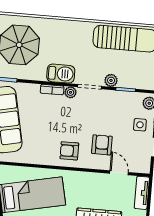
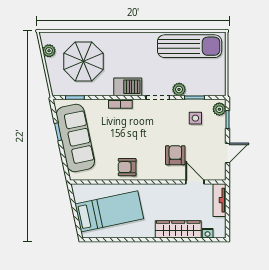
plant: (70, 92) -> (139, 105), removed
side table: (140, 125) -> (195, 118), moved
armchair: (69, 151) -> (127, 167), moved

